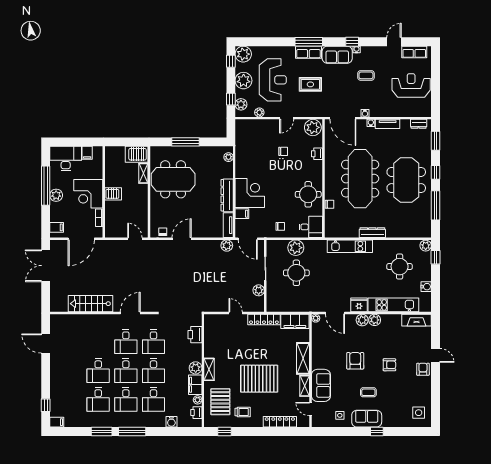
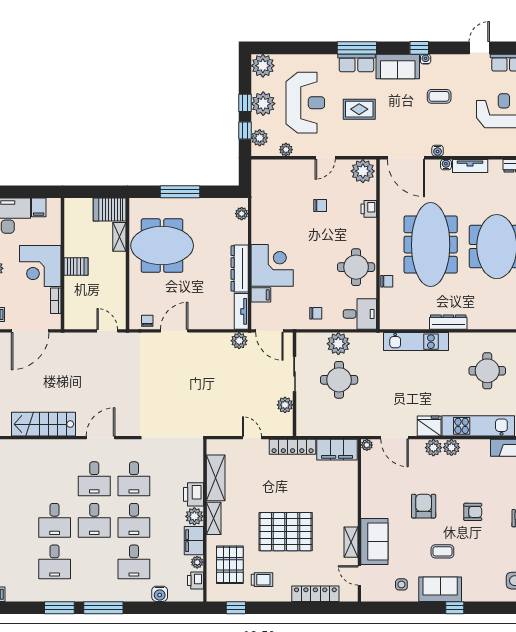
window: (231, 61) -> (245, 103), moved
printer: (195, 335) -> (193, 494), moved
shelving: (303, 358) -> (216, 478), moved
desk: (126, 400) -> (94, 562), removed

